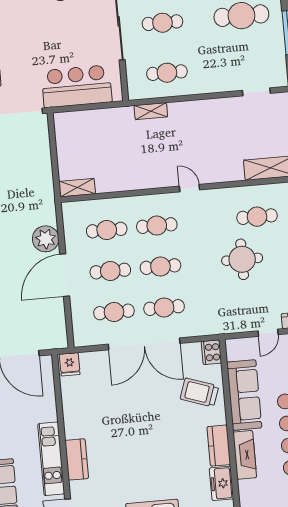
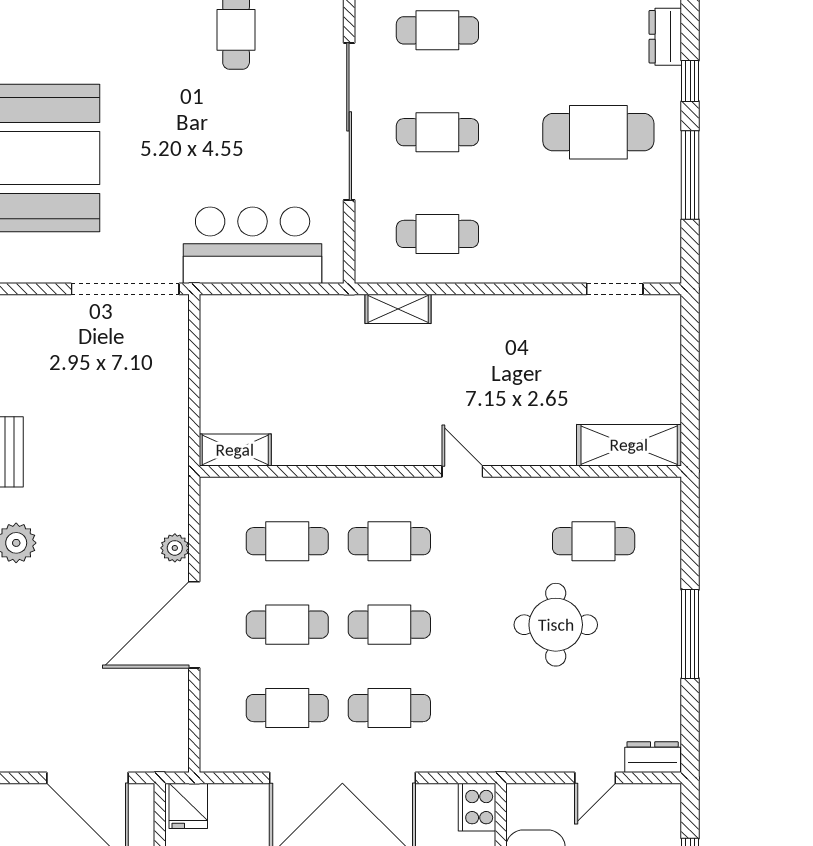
plant: (46, 239) -> (175, 548), width x0.53, depth x0.53

